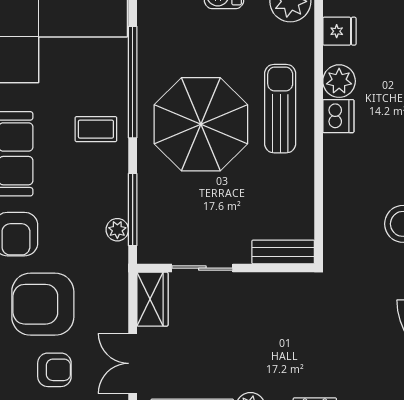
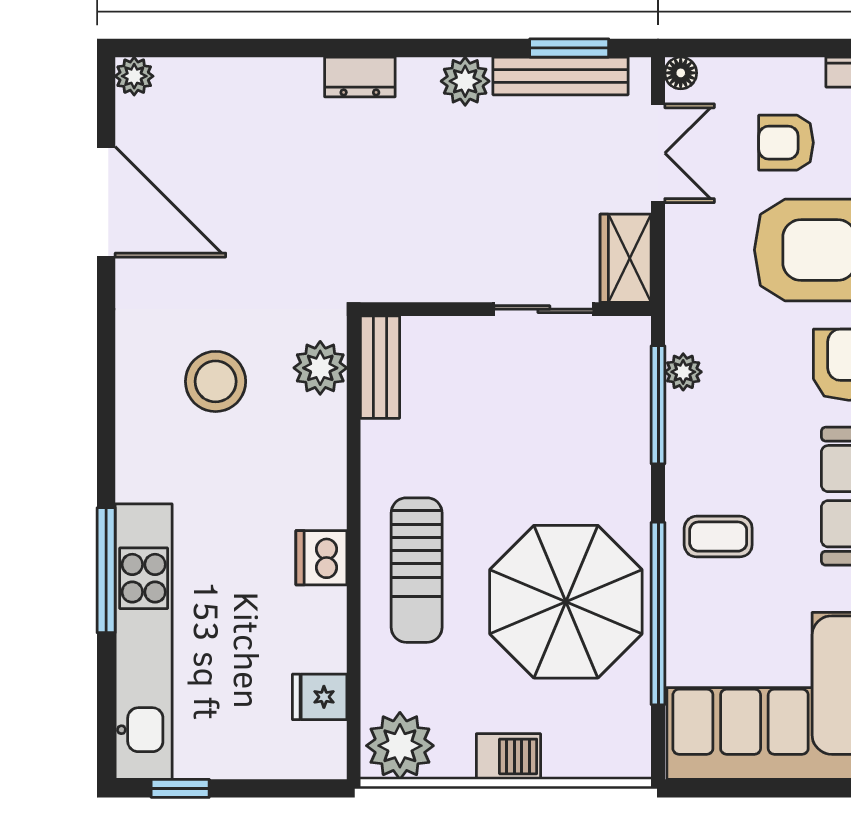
plant: (339, 81) -> (320, 368), moved
parasol: (201, 124) -> (566, 602), moved
bench: (283, 252) -> (380, 367), moved, turned 90

